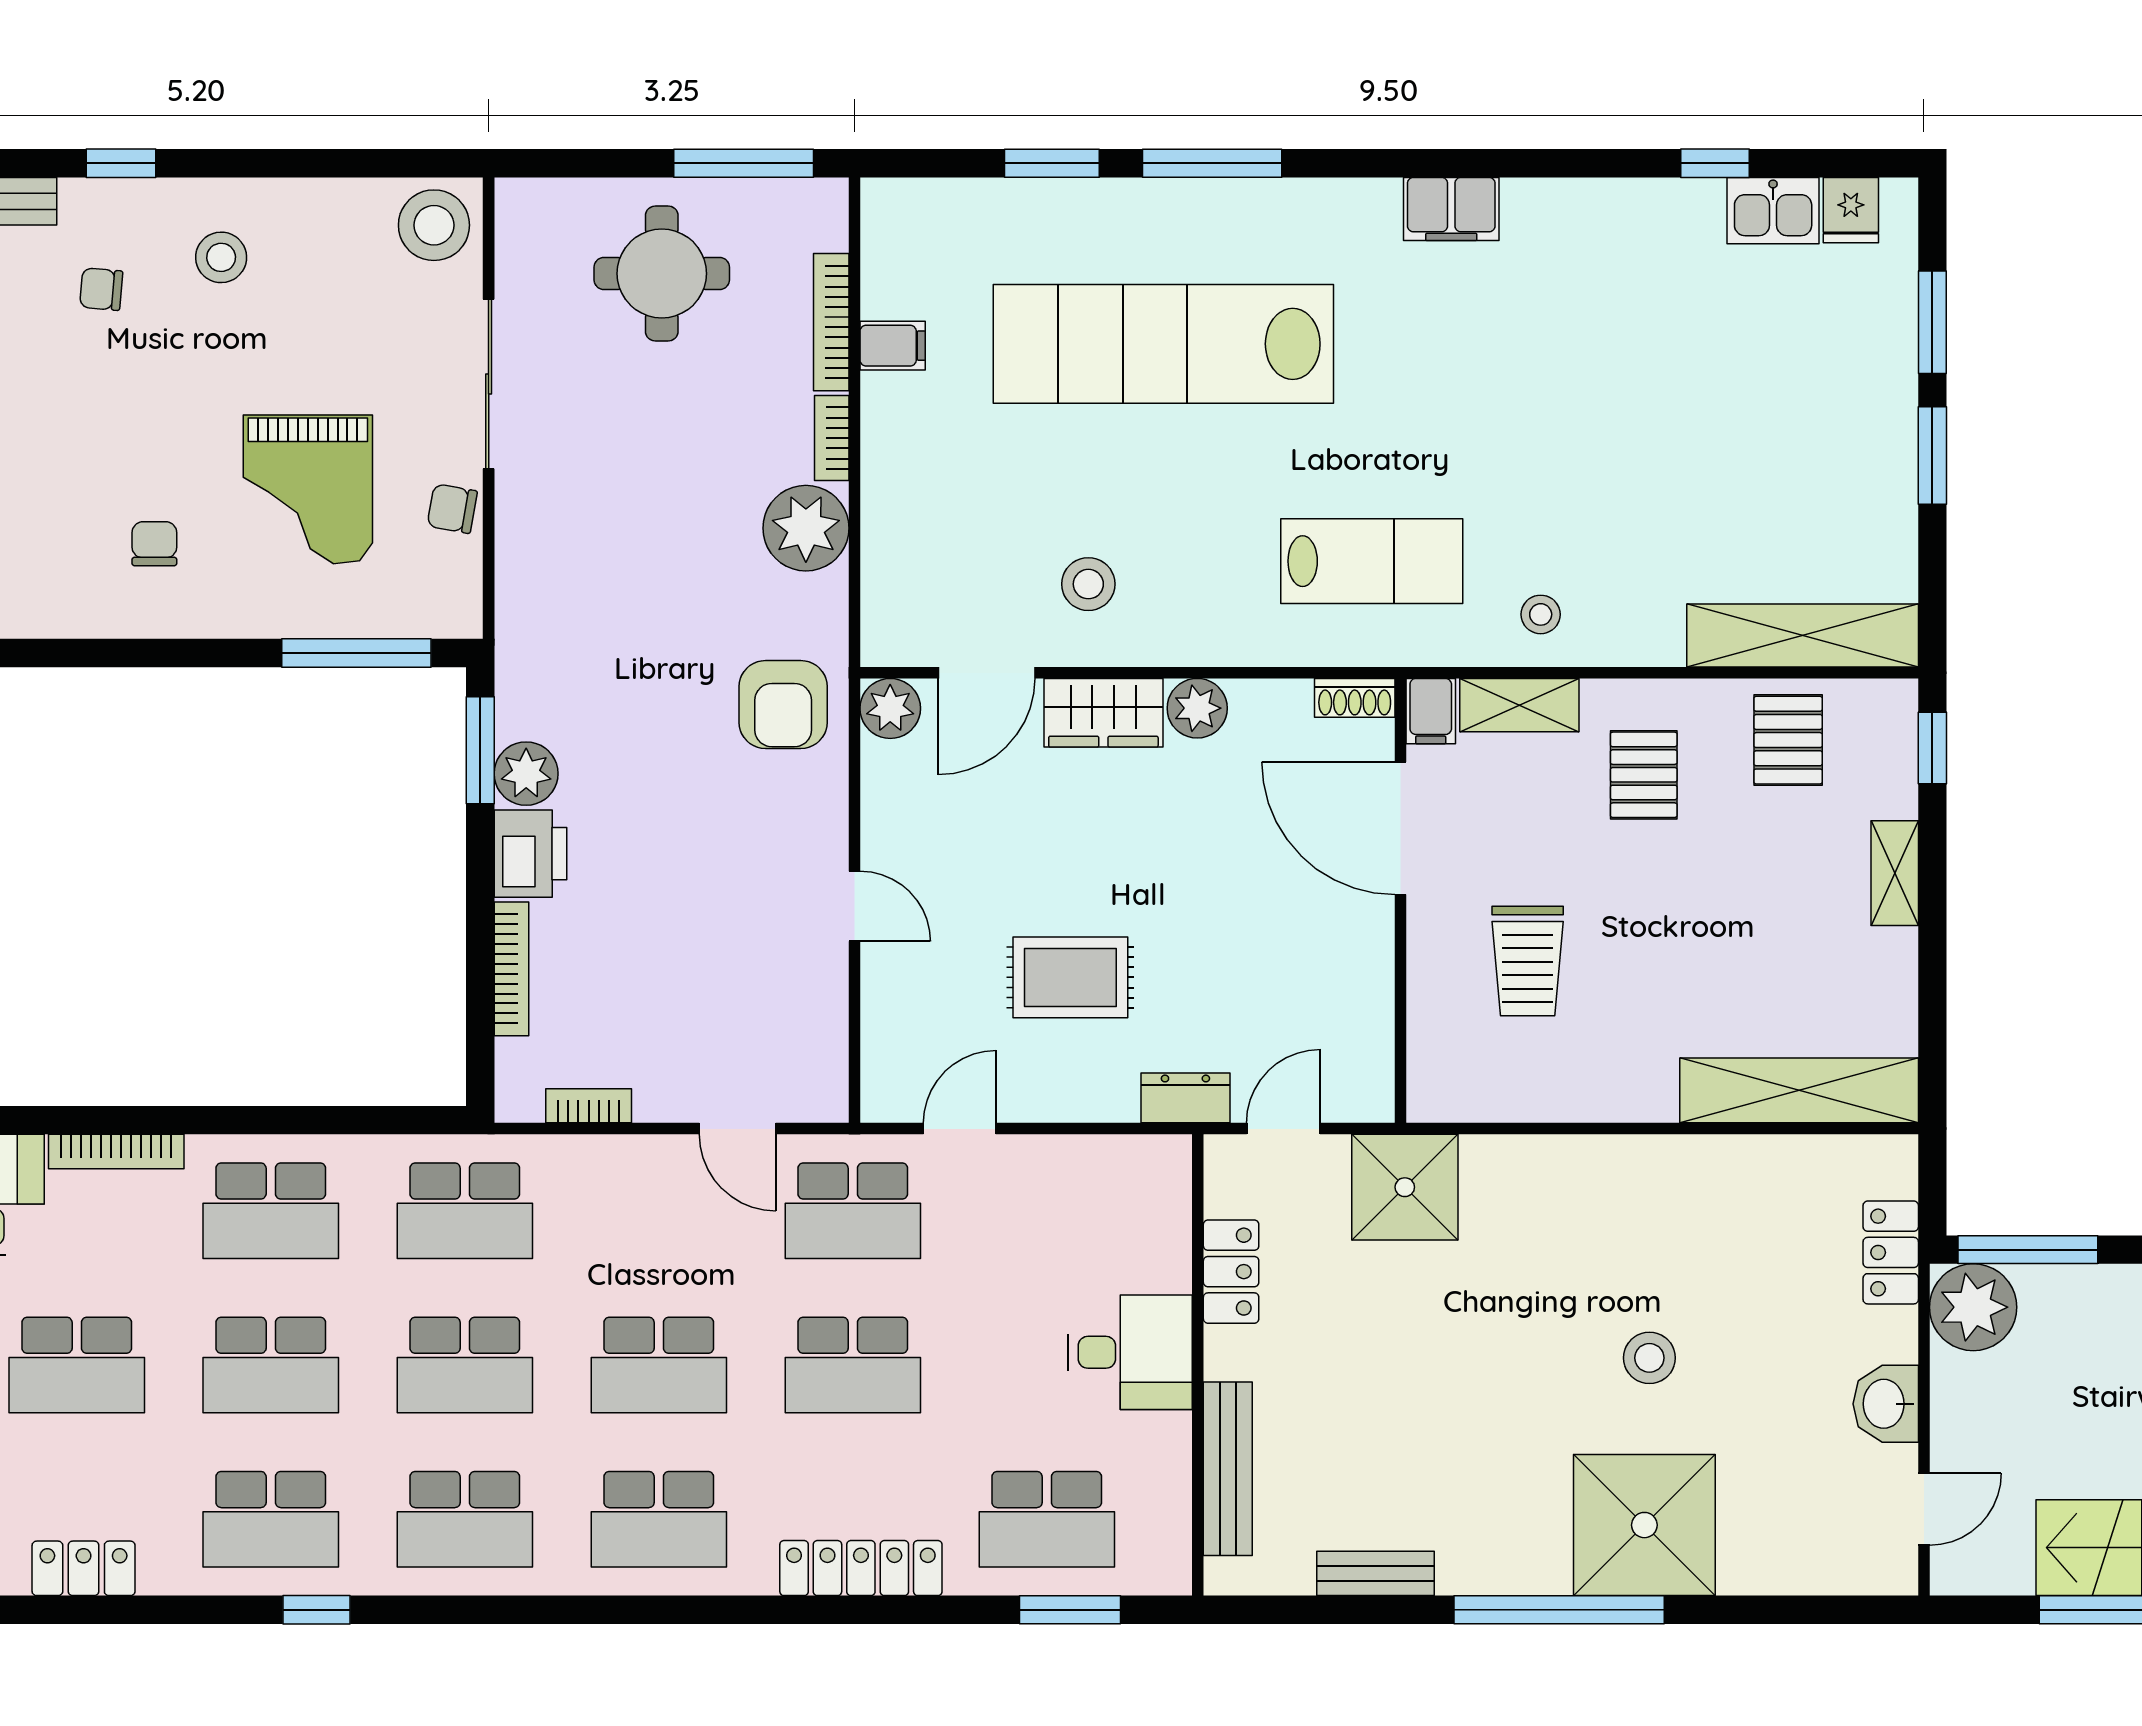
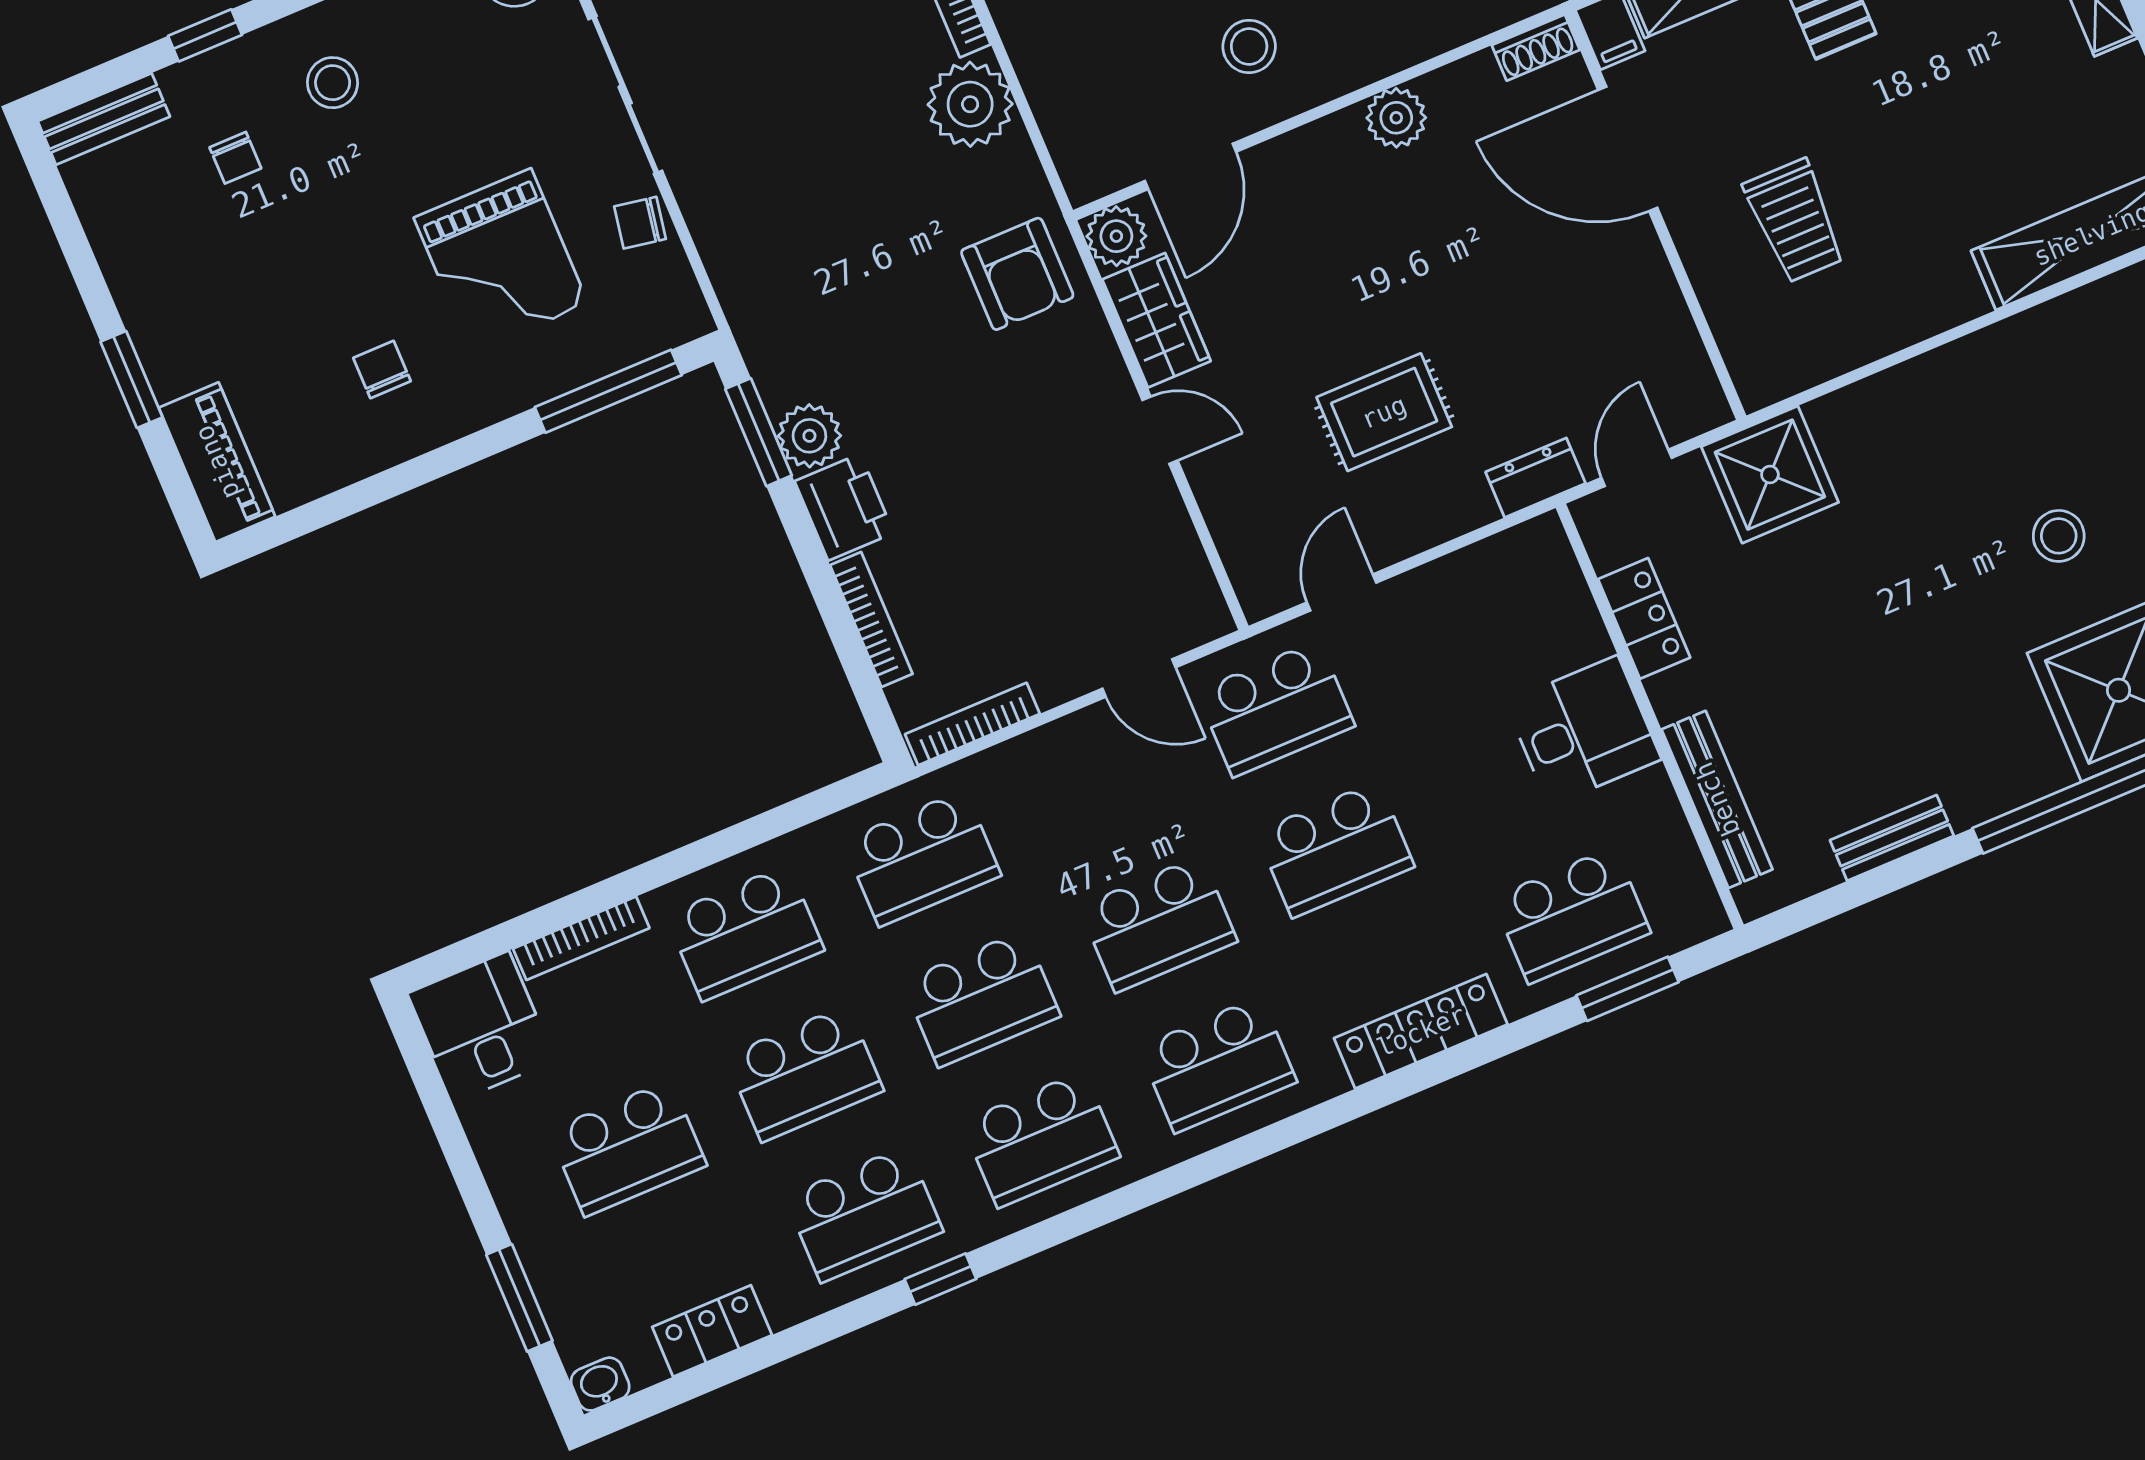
chair: (101, 289) -> (235, 158), turned -95
wardrobe: (1103, 713) -> (1157, 320), moved, turned -90
bookcase: (589, 1106) -> (972, 724), width x1.56

